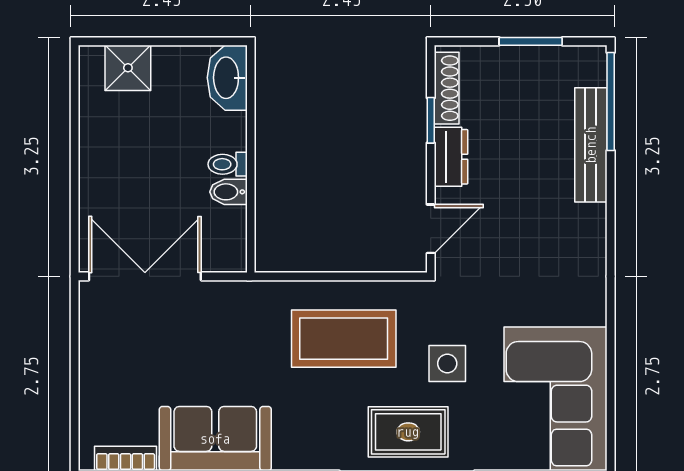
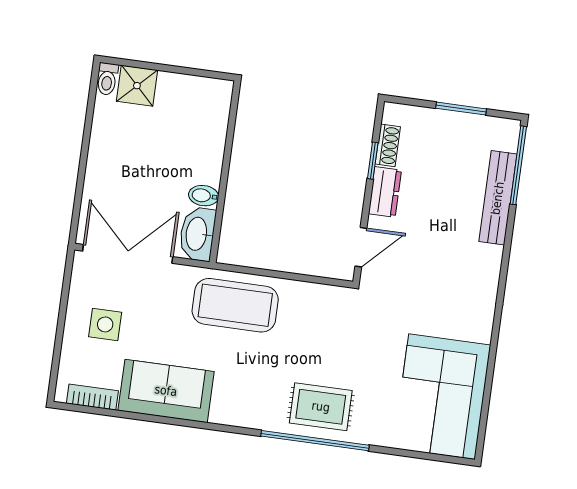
washbasin: (227, 78) -> (197, 234), moved
shoe rack: (447, 88) -> (388, 145), width x0.70
toilet: (228, 164) -> (107, 79), moved, turned -90
coffee table: (344, 339) -> (235, 305), moved
side table: (447, 363) -> (105, 324), moved

